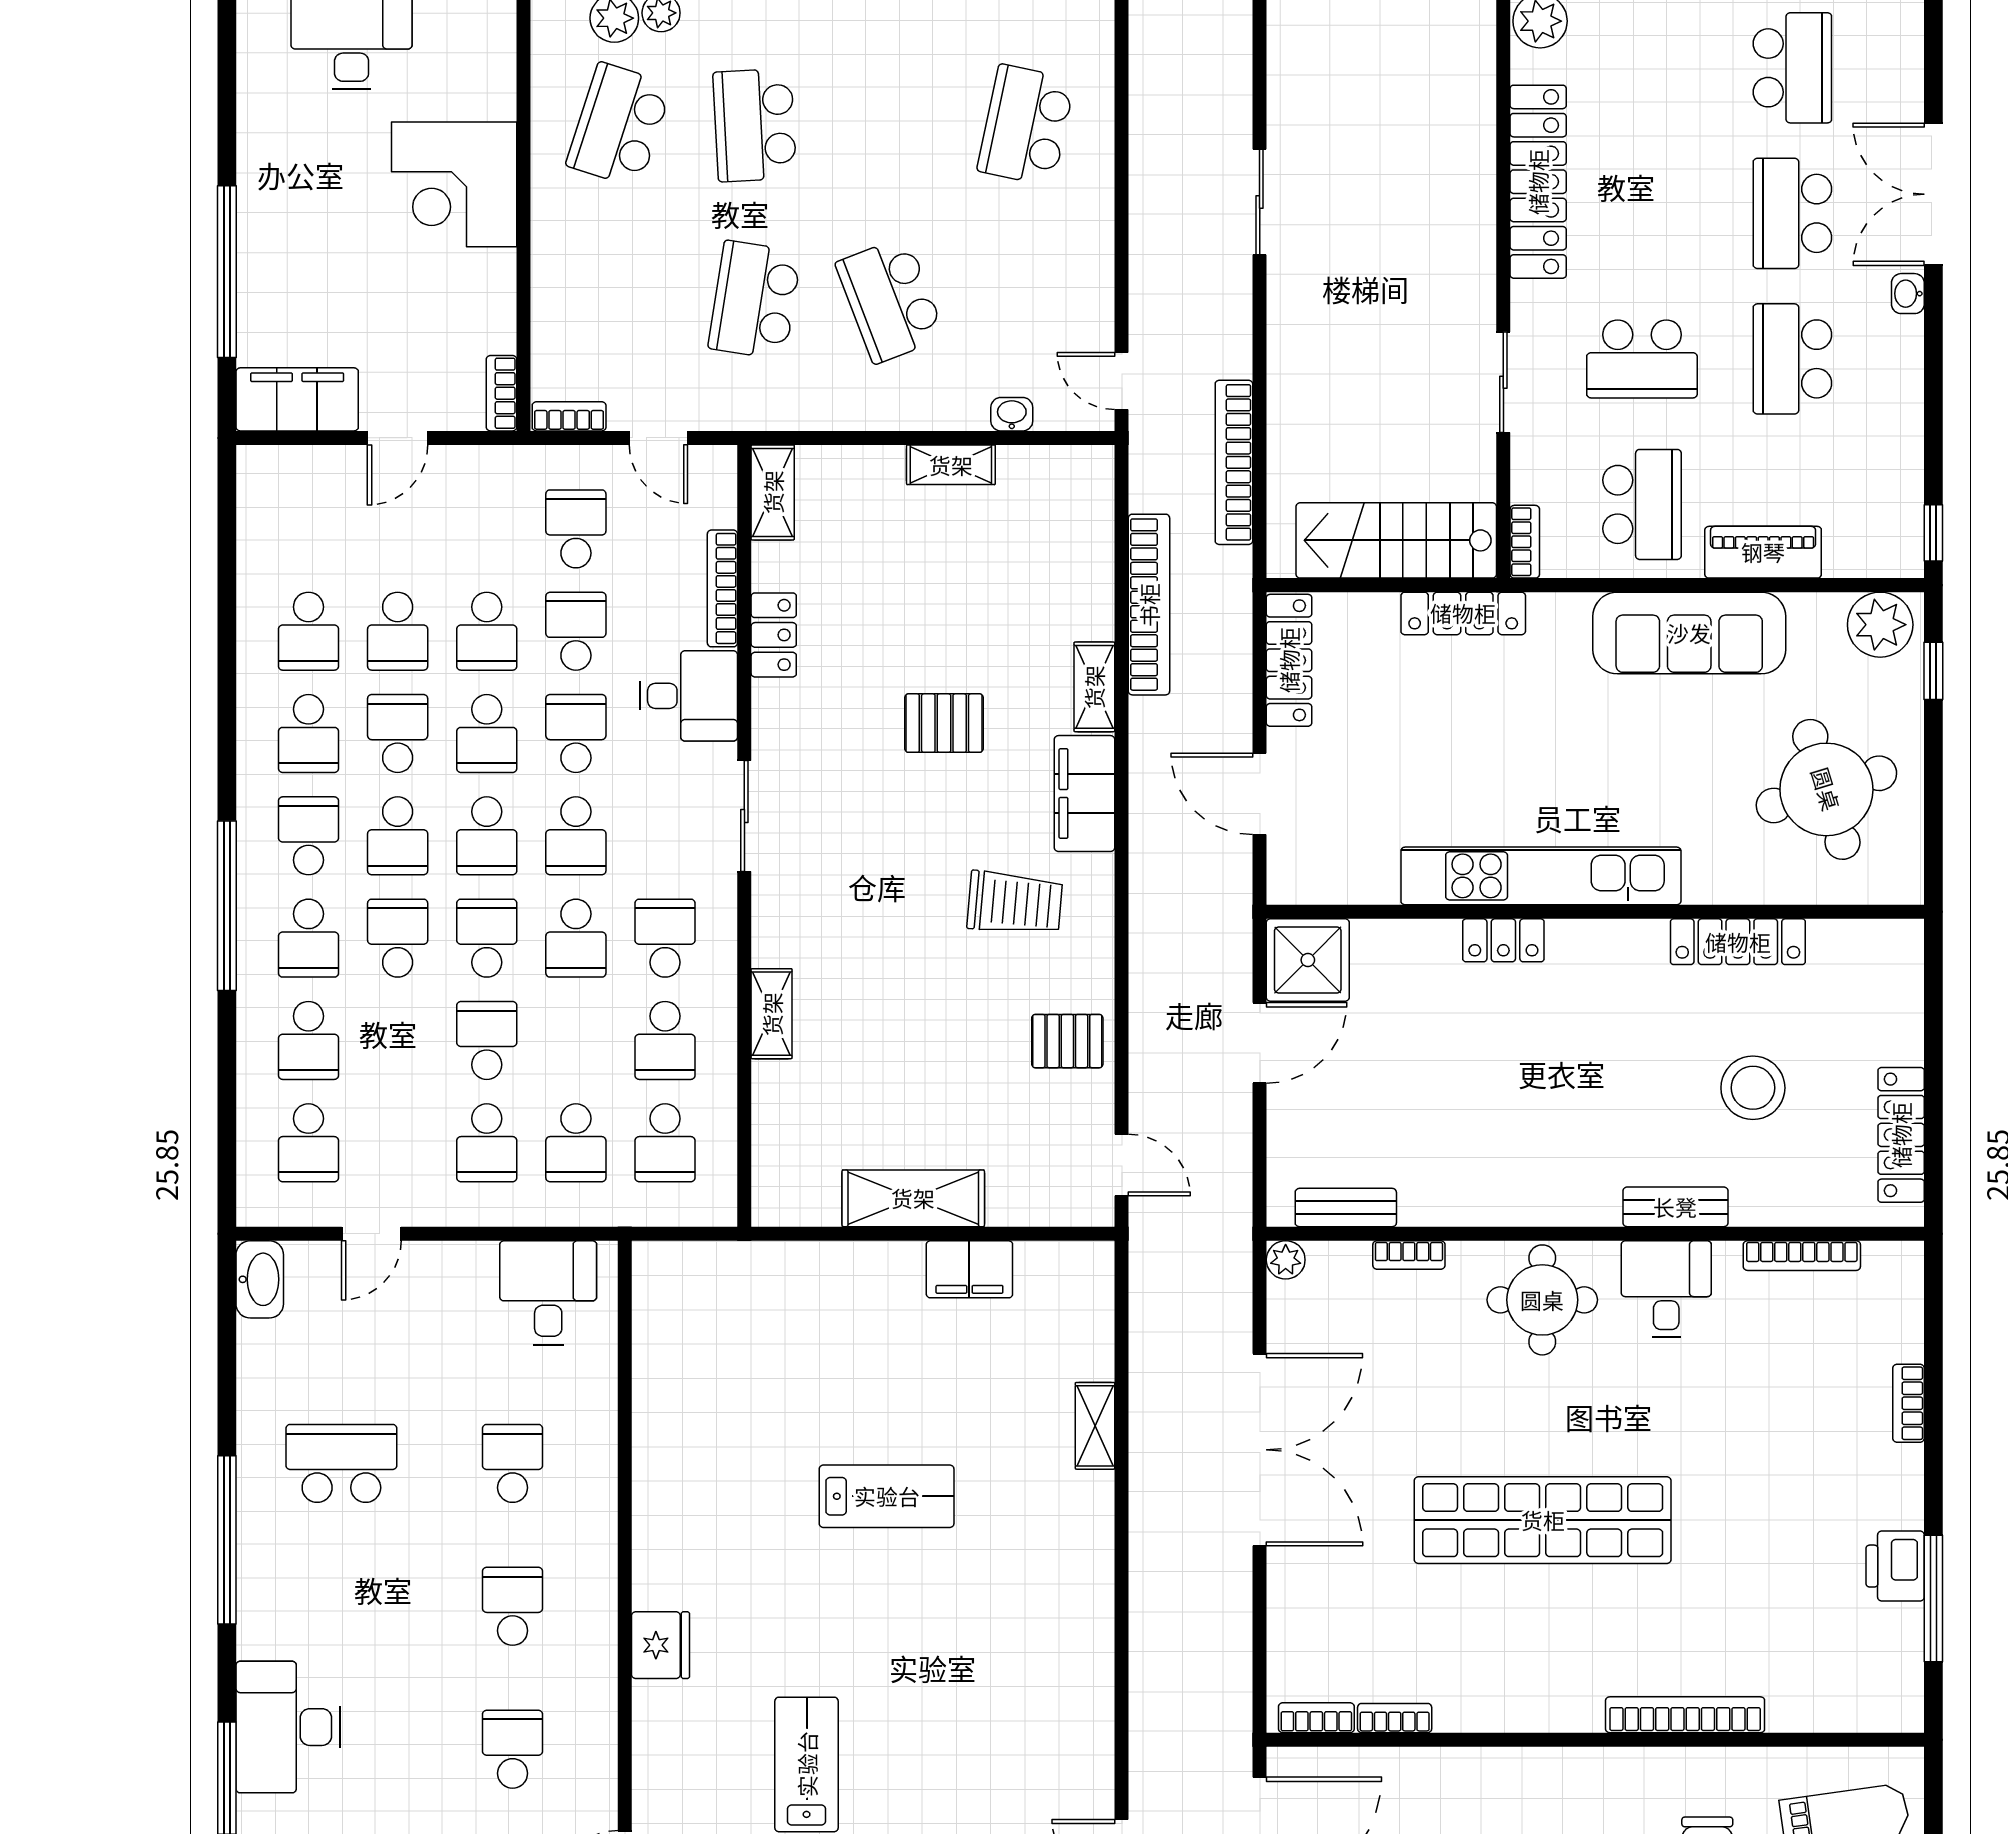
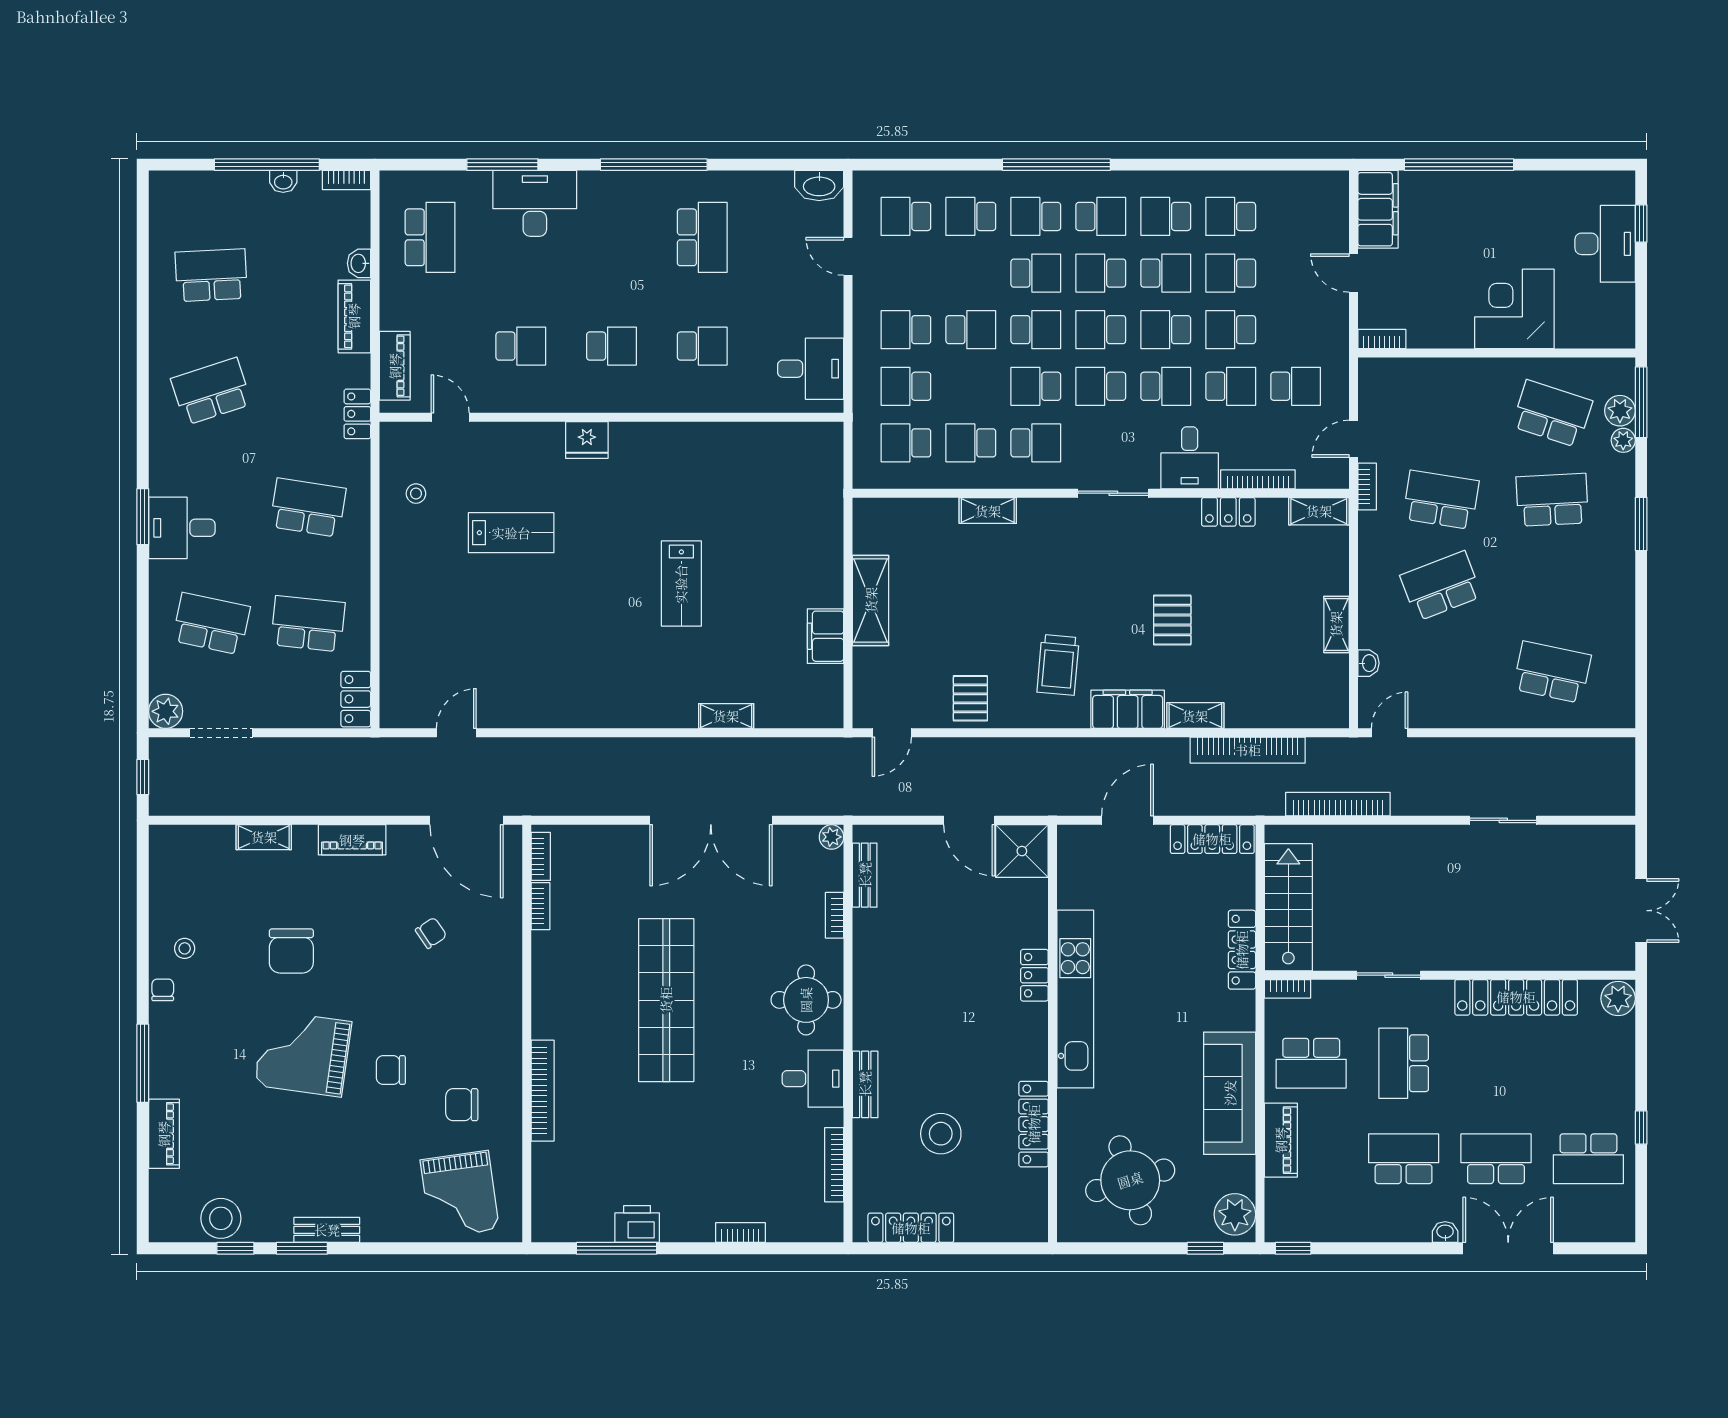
bookcase: (569, 416) -> (1367, 487), moved

